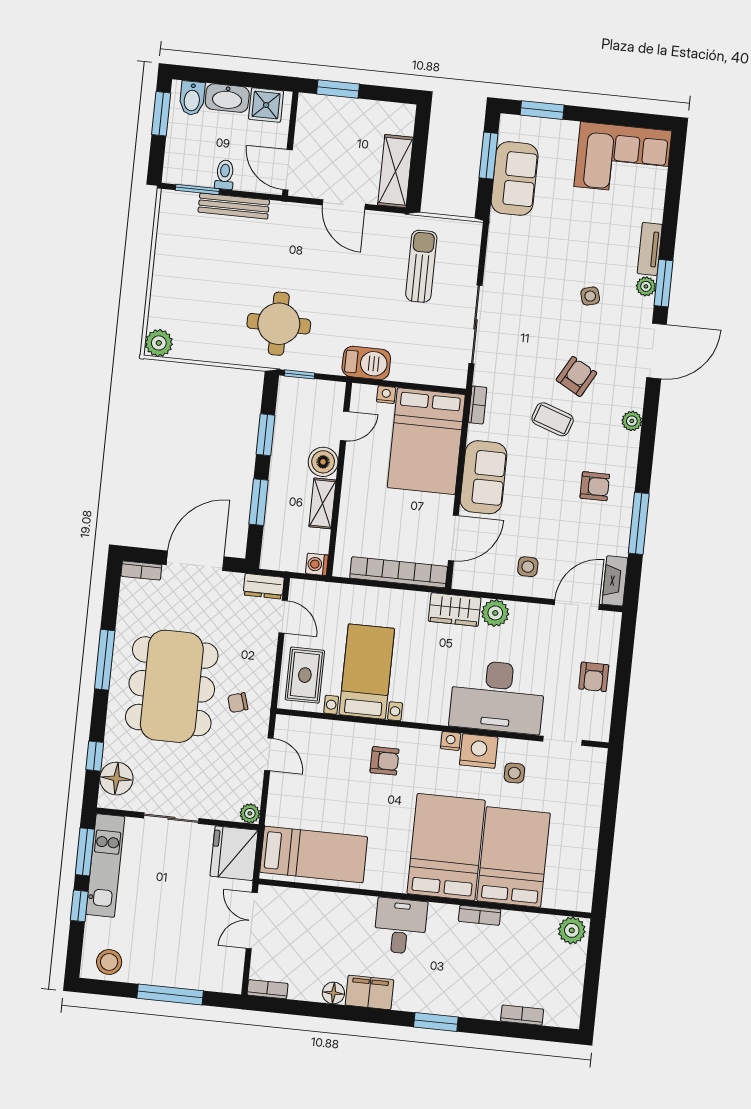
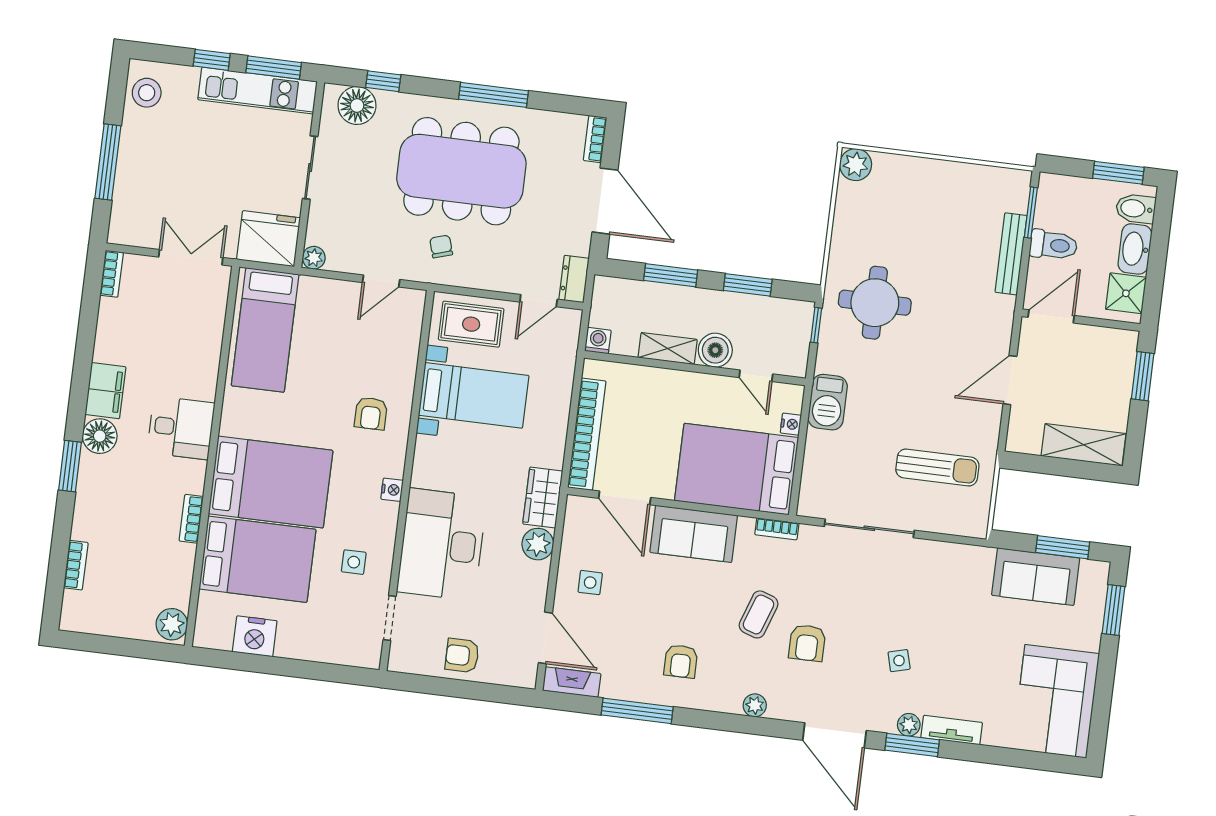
shelving: (395, 171) -> (1083, 445), moved
toilet: (225, 175) -> (1054, 245), width x1.37, depth x1.39
armchair: (576, 376) -> (807, 643), turned 61
nightstand: (479, 751) -> (255, 636), moved, turned 90
floor lamp: (333, 993) -> (100, 436), moved, width x1.38, depth x1.38

